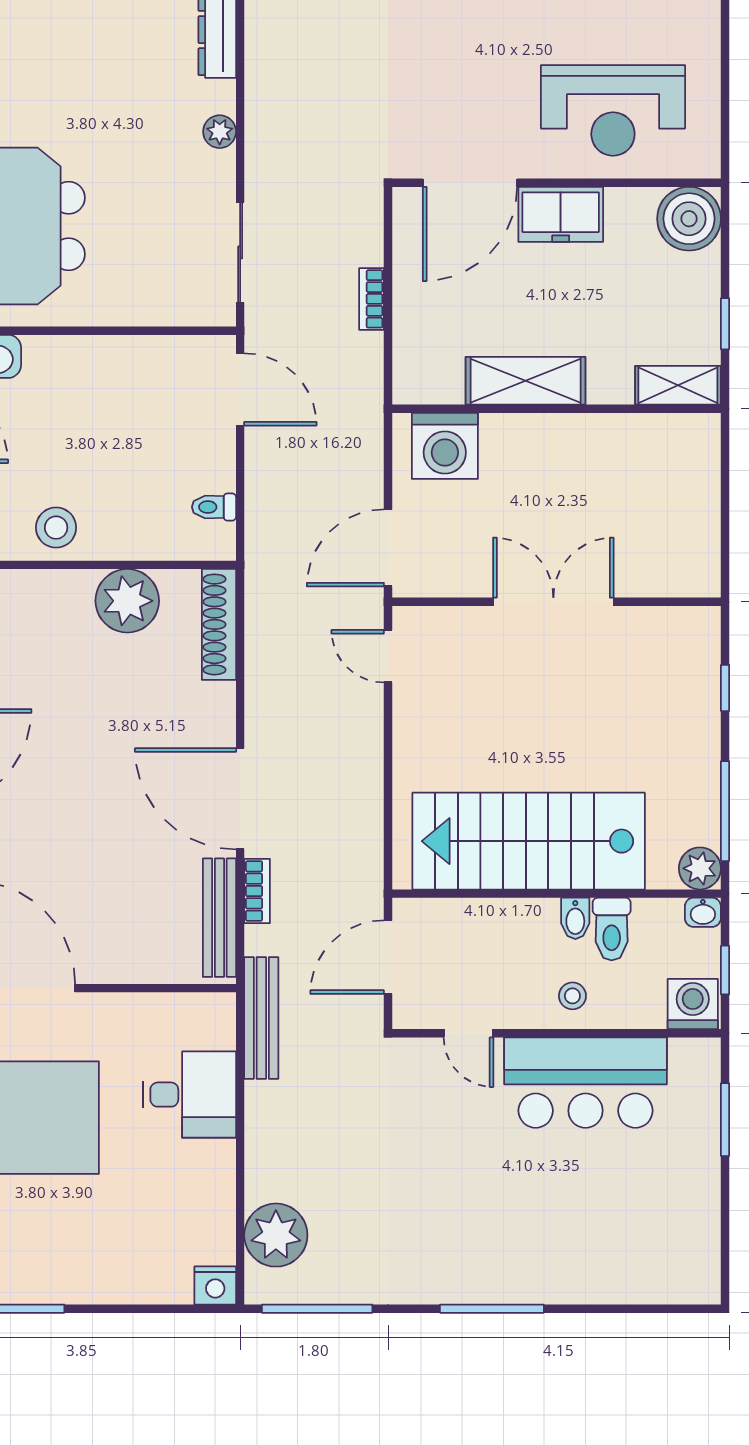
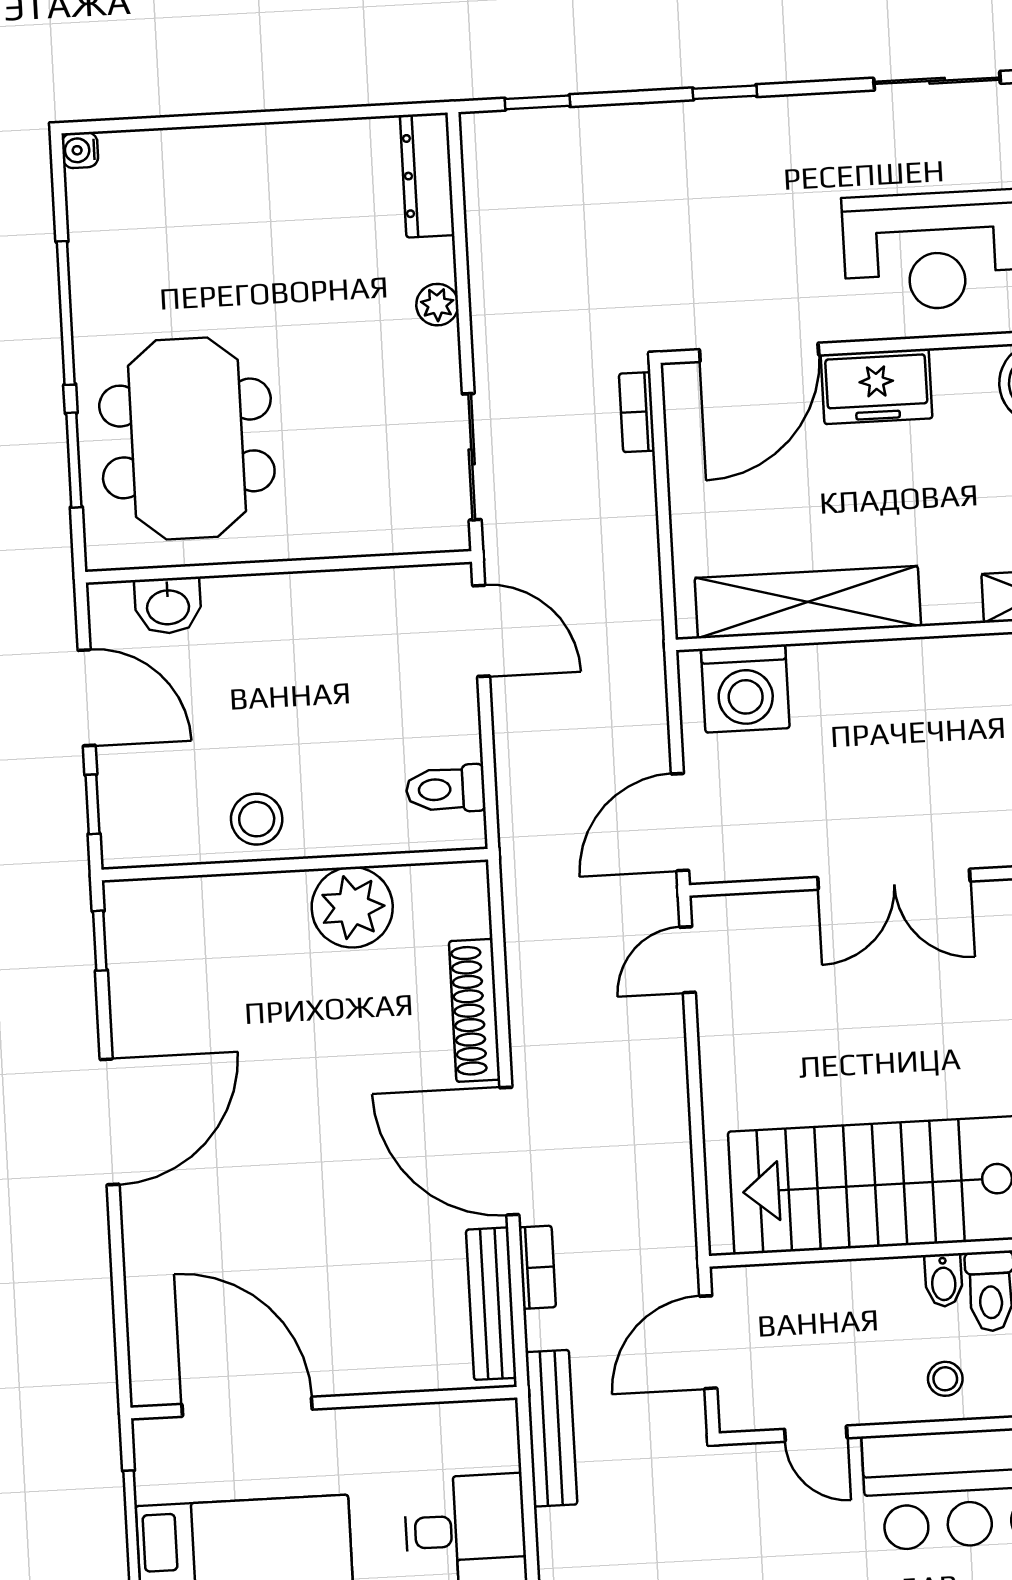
bookcase: (372, 299) -> (637, 412), moved
shelving: (526, 381) -> (808, 602), width x1.47
toilet: (214, 507) -> (445, 789), width x1.37, depth x1.39
double door: (553, 602) -> (894, 879), swing flipped
shoe rack: (219, 624) -> (475, 1010), moved
door: (388, 656) -> (688, 960), hinge flipped

